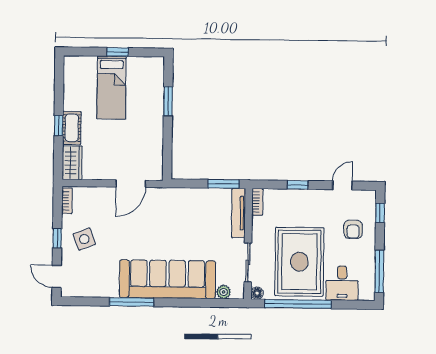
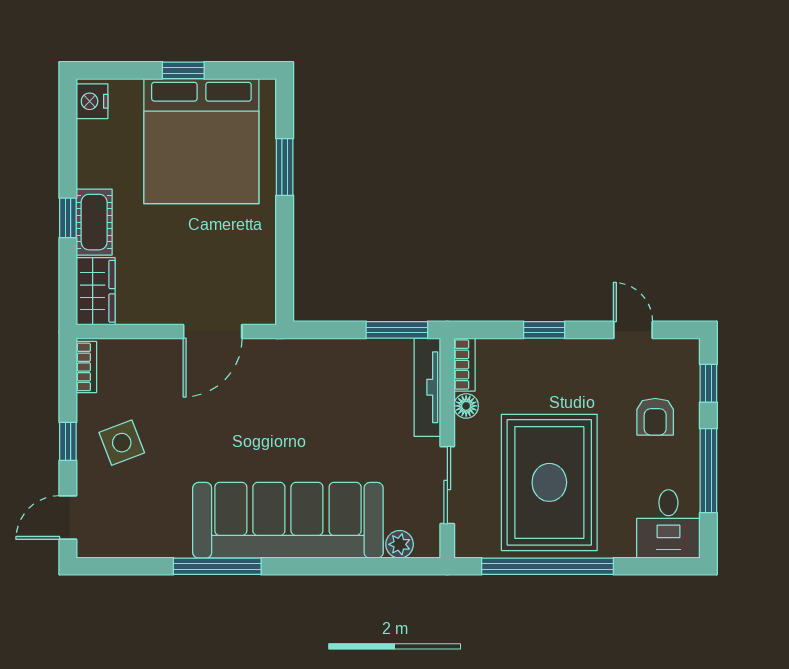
nightstand: (71, 67) -> (92, 101), added
bed: (111, 88) -> (201, 141), width x2.04
door: (342, 185) -> (633, 330), hinge flipped
window: (379, 271) -> (708, 471), moved
door: (57, 276) -> (68, 518), hinge flipped
desk: (342, 283) -> (668, 524), moved
floor lamp: (257, 293) -> (466, 406), moved

